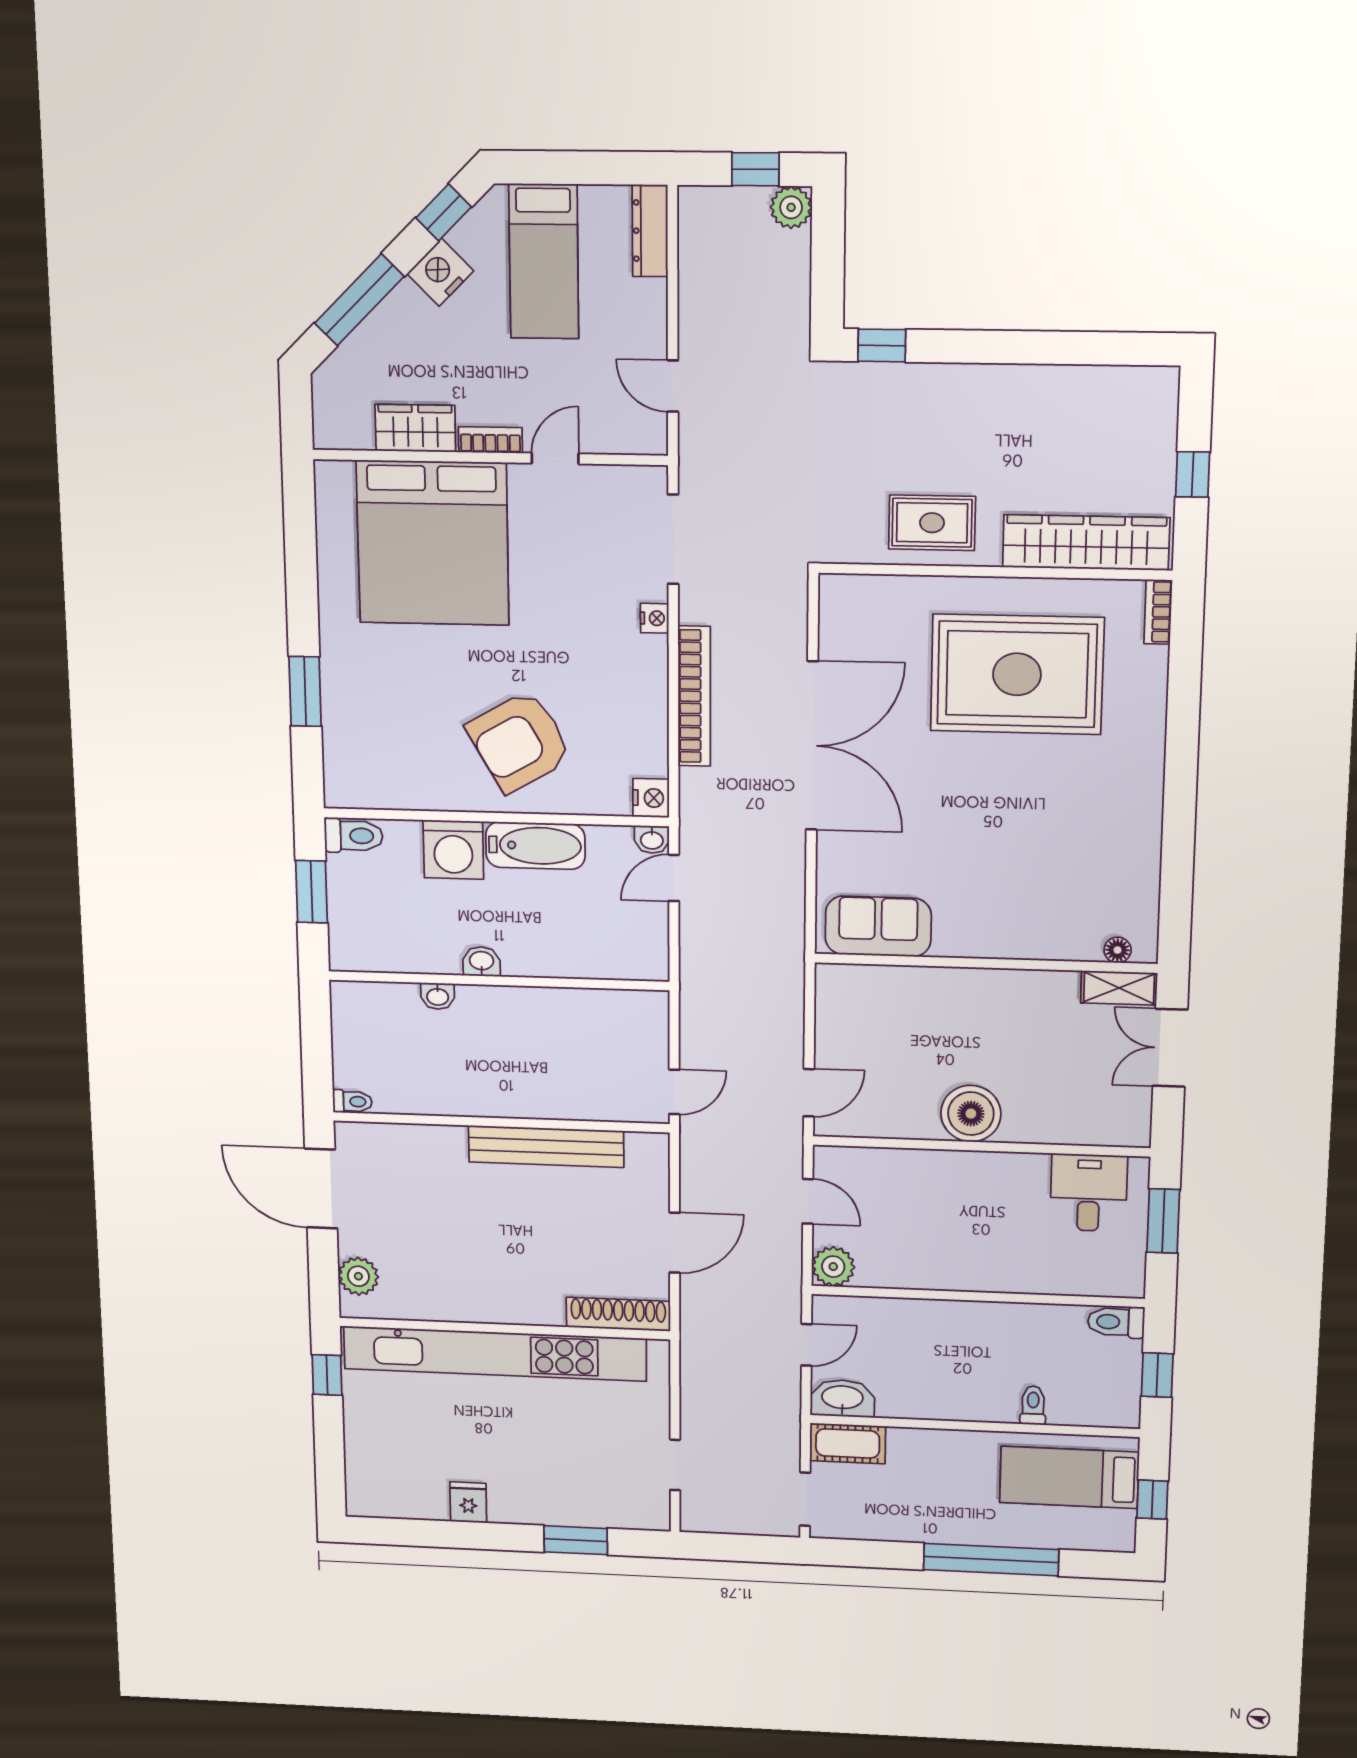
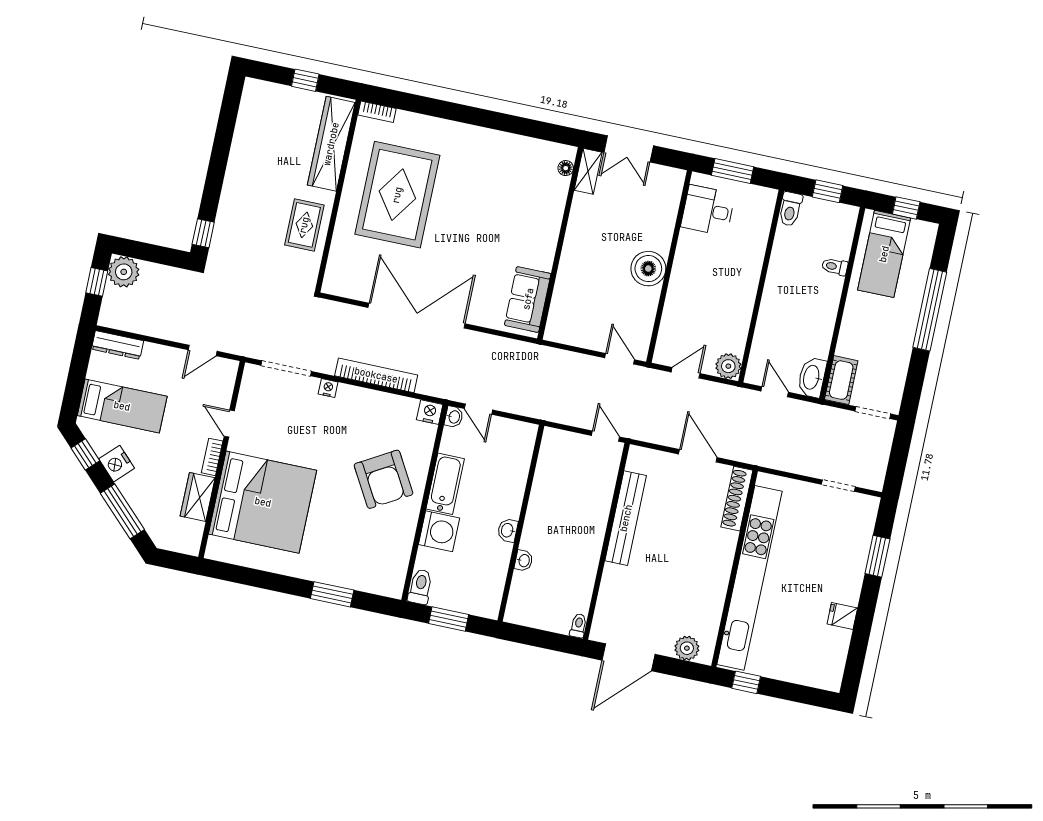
plant: (791, 207) -> (124, 272), width x1.36, depth x1.36

